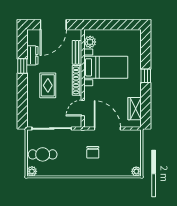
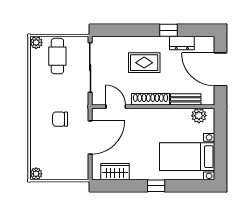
bed with nightstands: (106, 67) -> (187, 157), moved, turned 90

